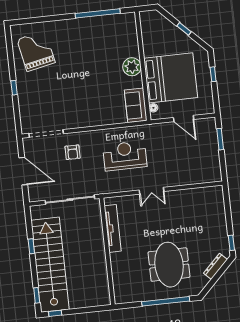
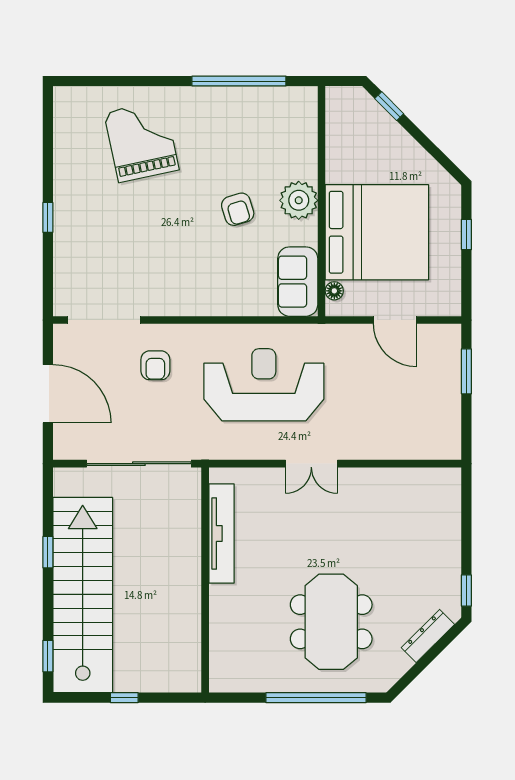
window: (184, 29) -> (389, 106), moved
grand piano: (36, 51) -> (142, 141), moved
armchair: (104, 74) -> (238, 209), added
reception desk: (125, 156) -> (264, 385), width x1.36, depth x1.30
window: (55, 313) -> (124, 698), moved

